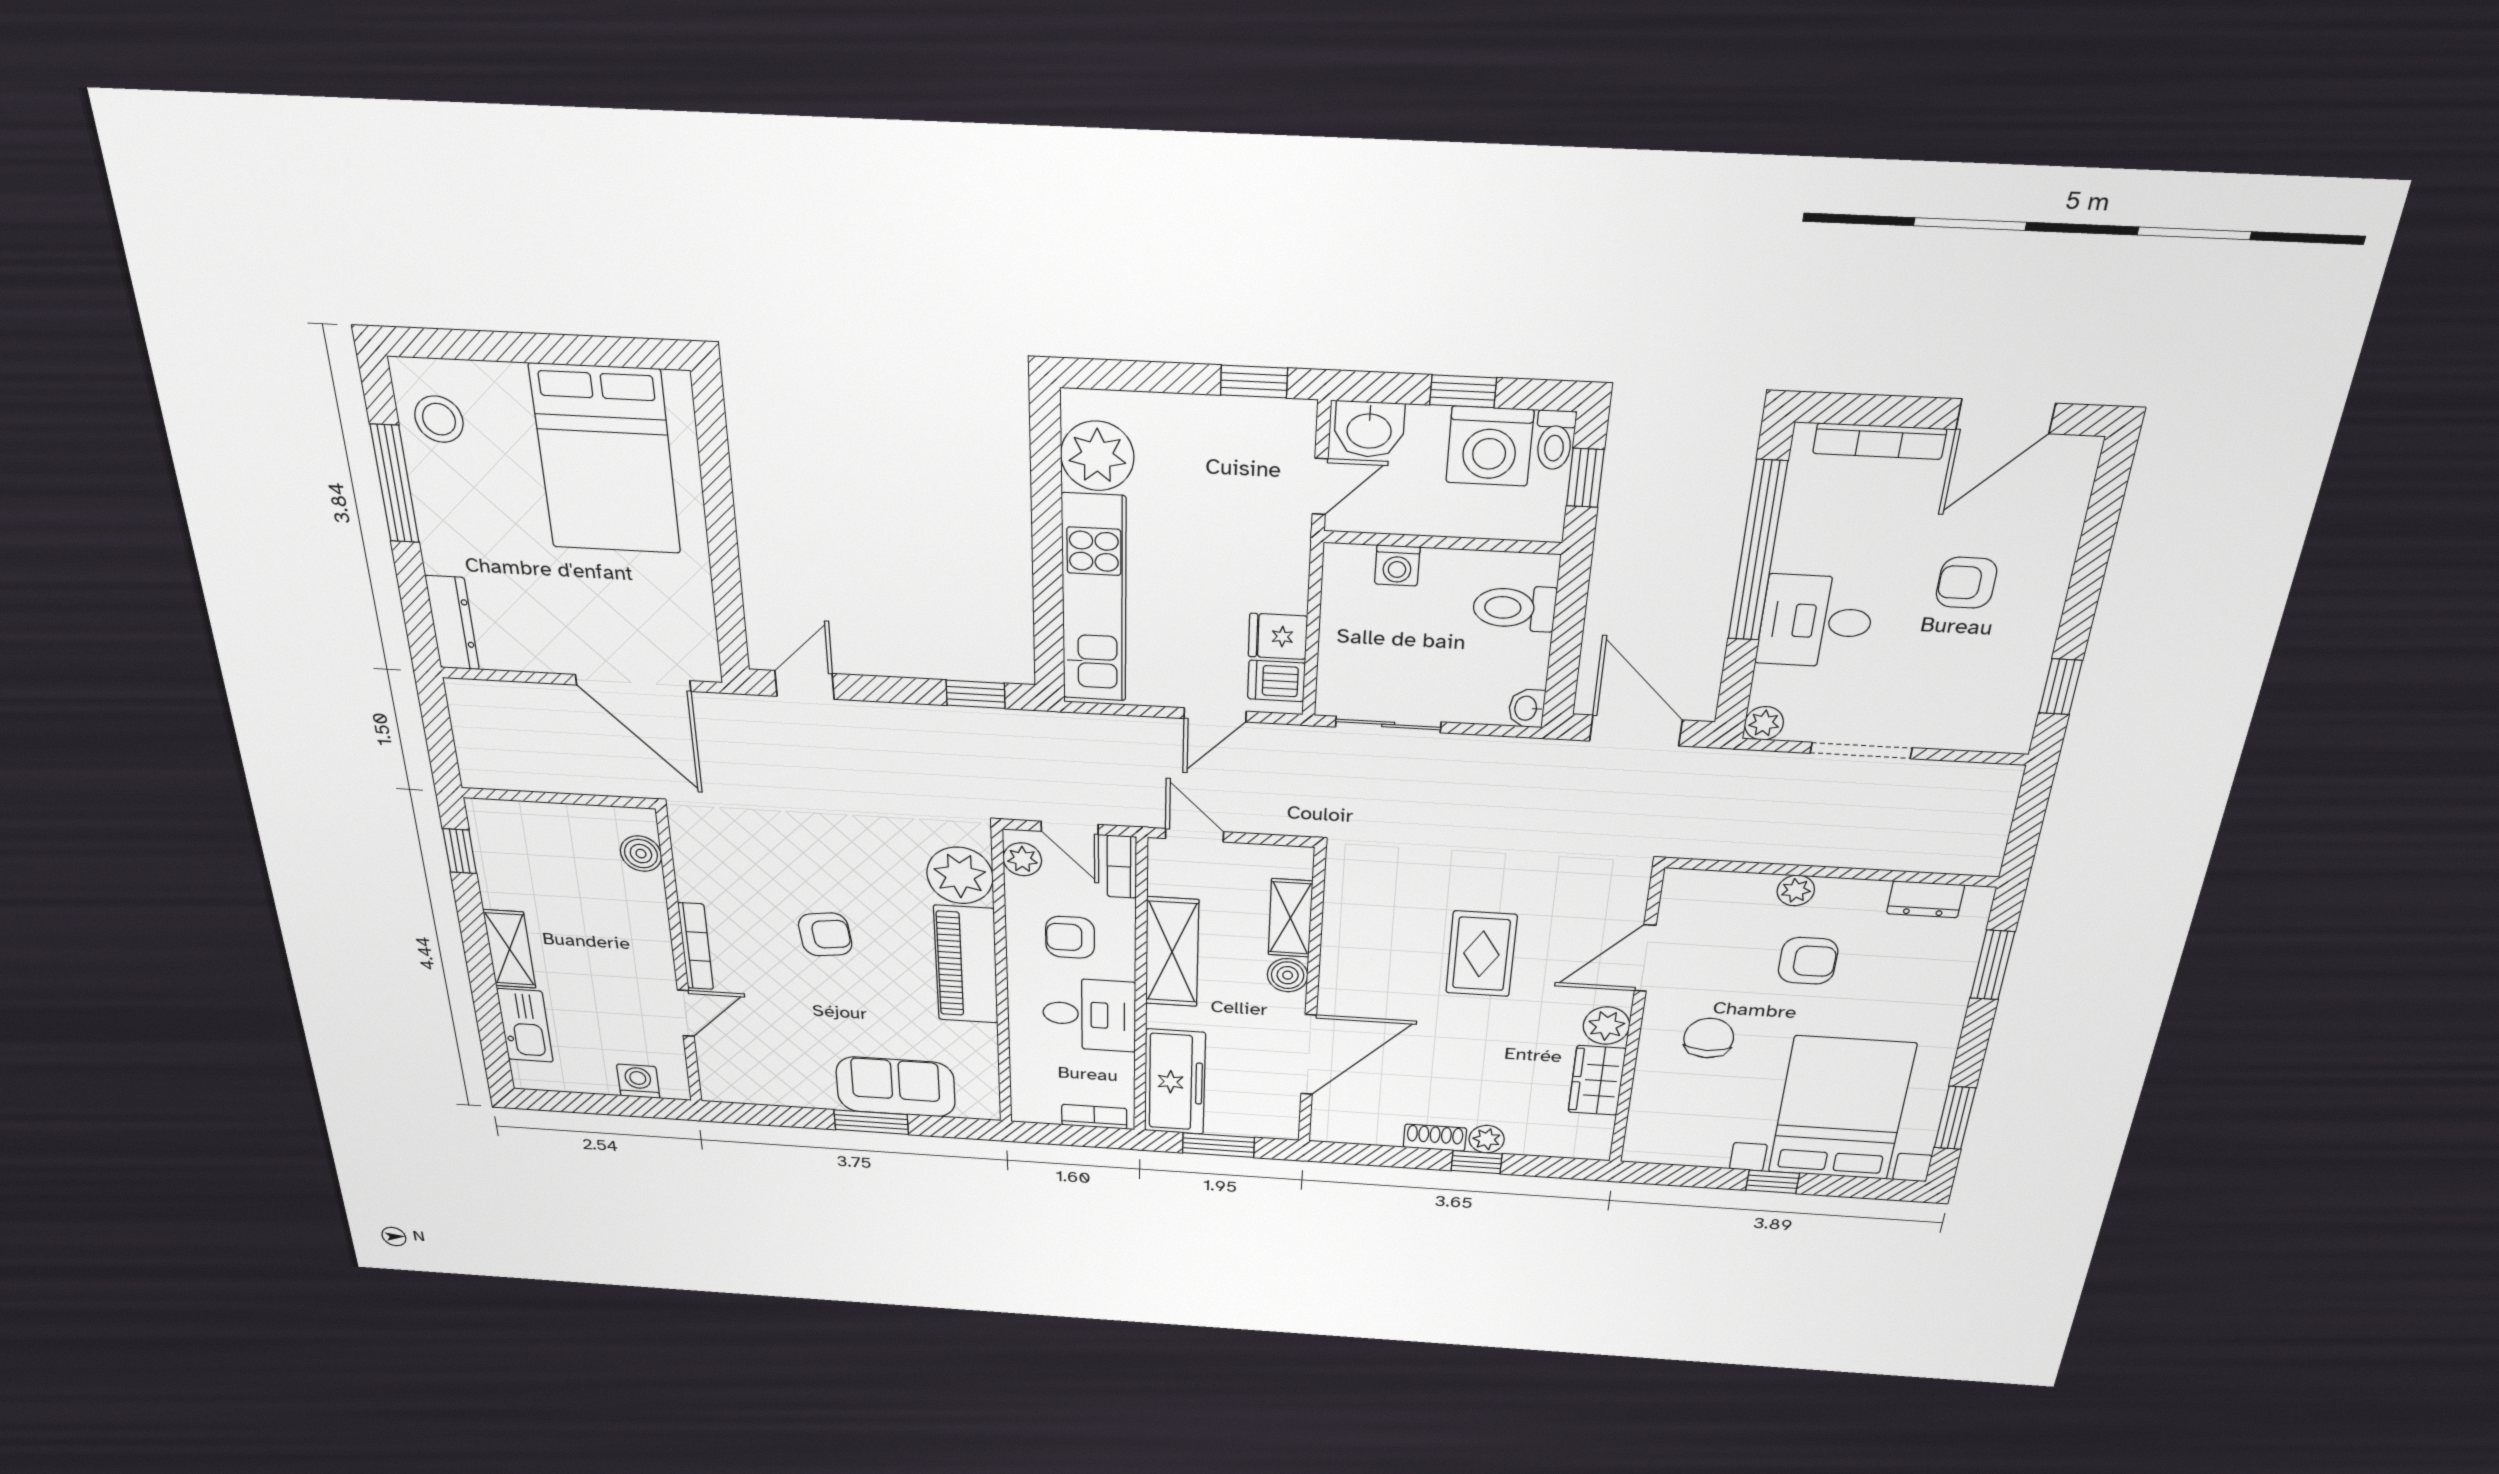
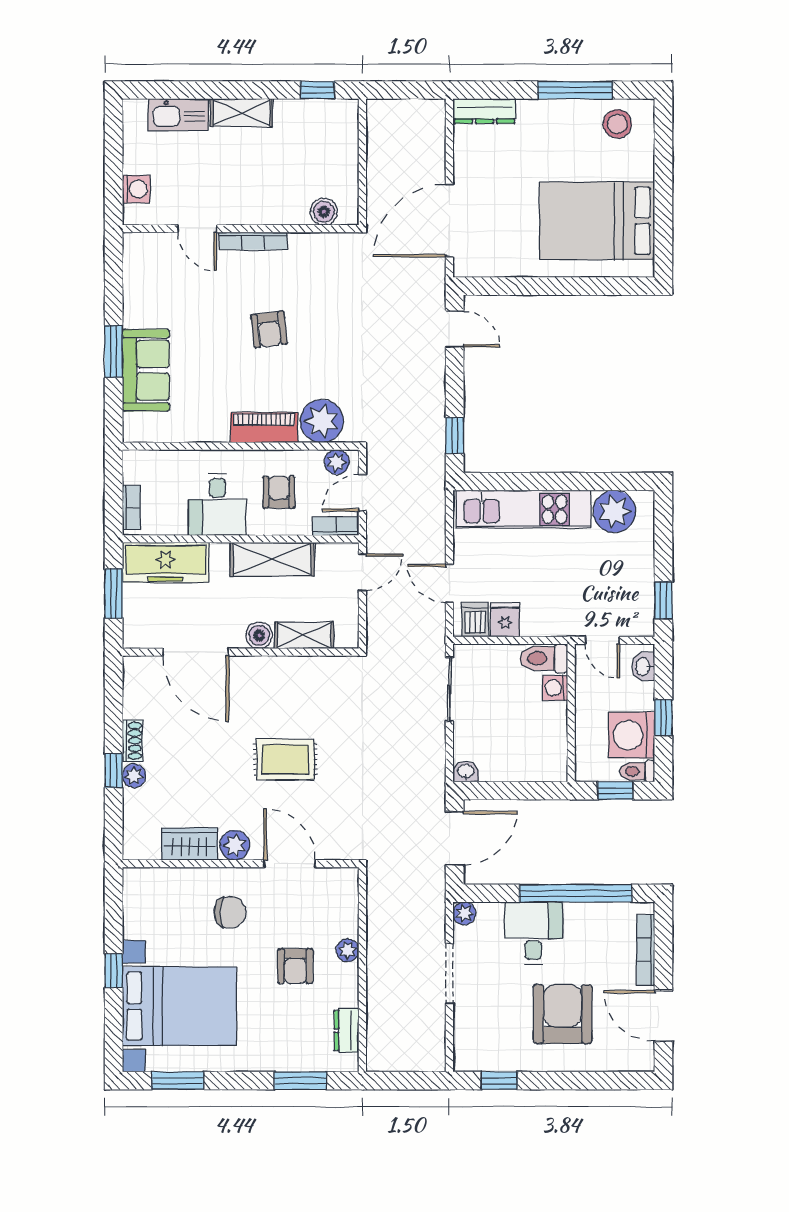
washbasin: (1369, 429) -> (643, 667), width x0.72, depth x0.69
armchair: (1966, 583) -> (563, 1014), width x1.88, depth x1.88
toilet: (1514, 608) -> (544, 658), moved, turned -90
piano: (966, 965) -> (264, 428), width x0.73, depth x0.75

